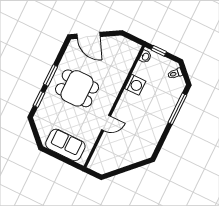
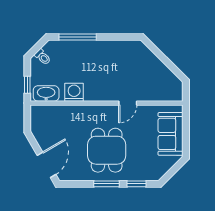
washbasin: (145, 57) -> (46, 93), width x1.91, depth x1.45
door: (106, 123) -> (128, 103), swing flipped

